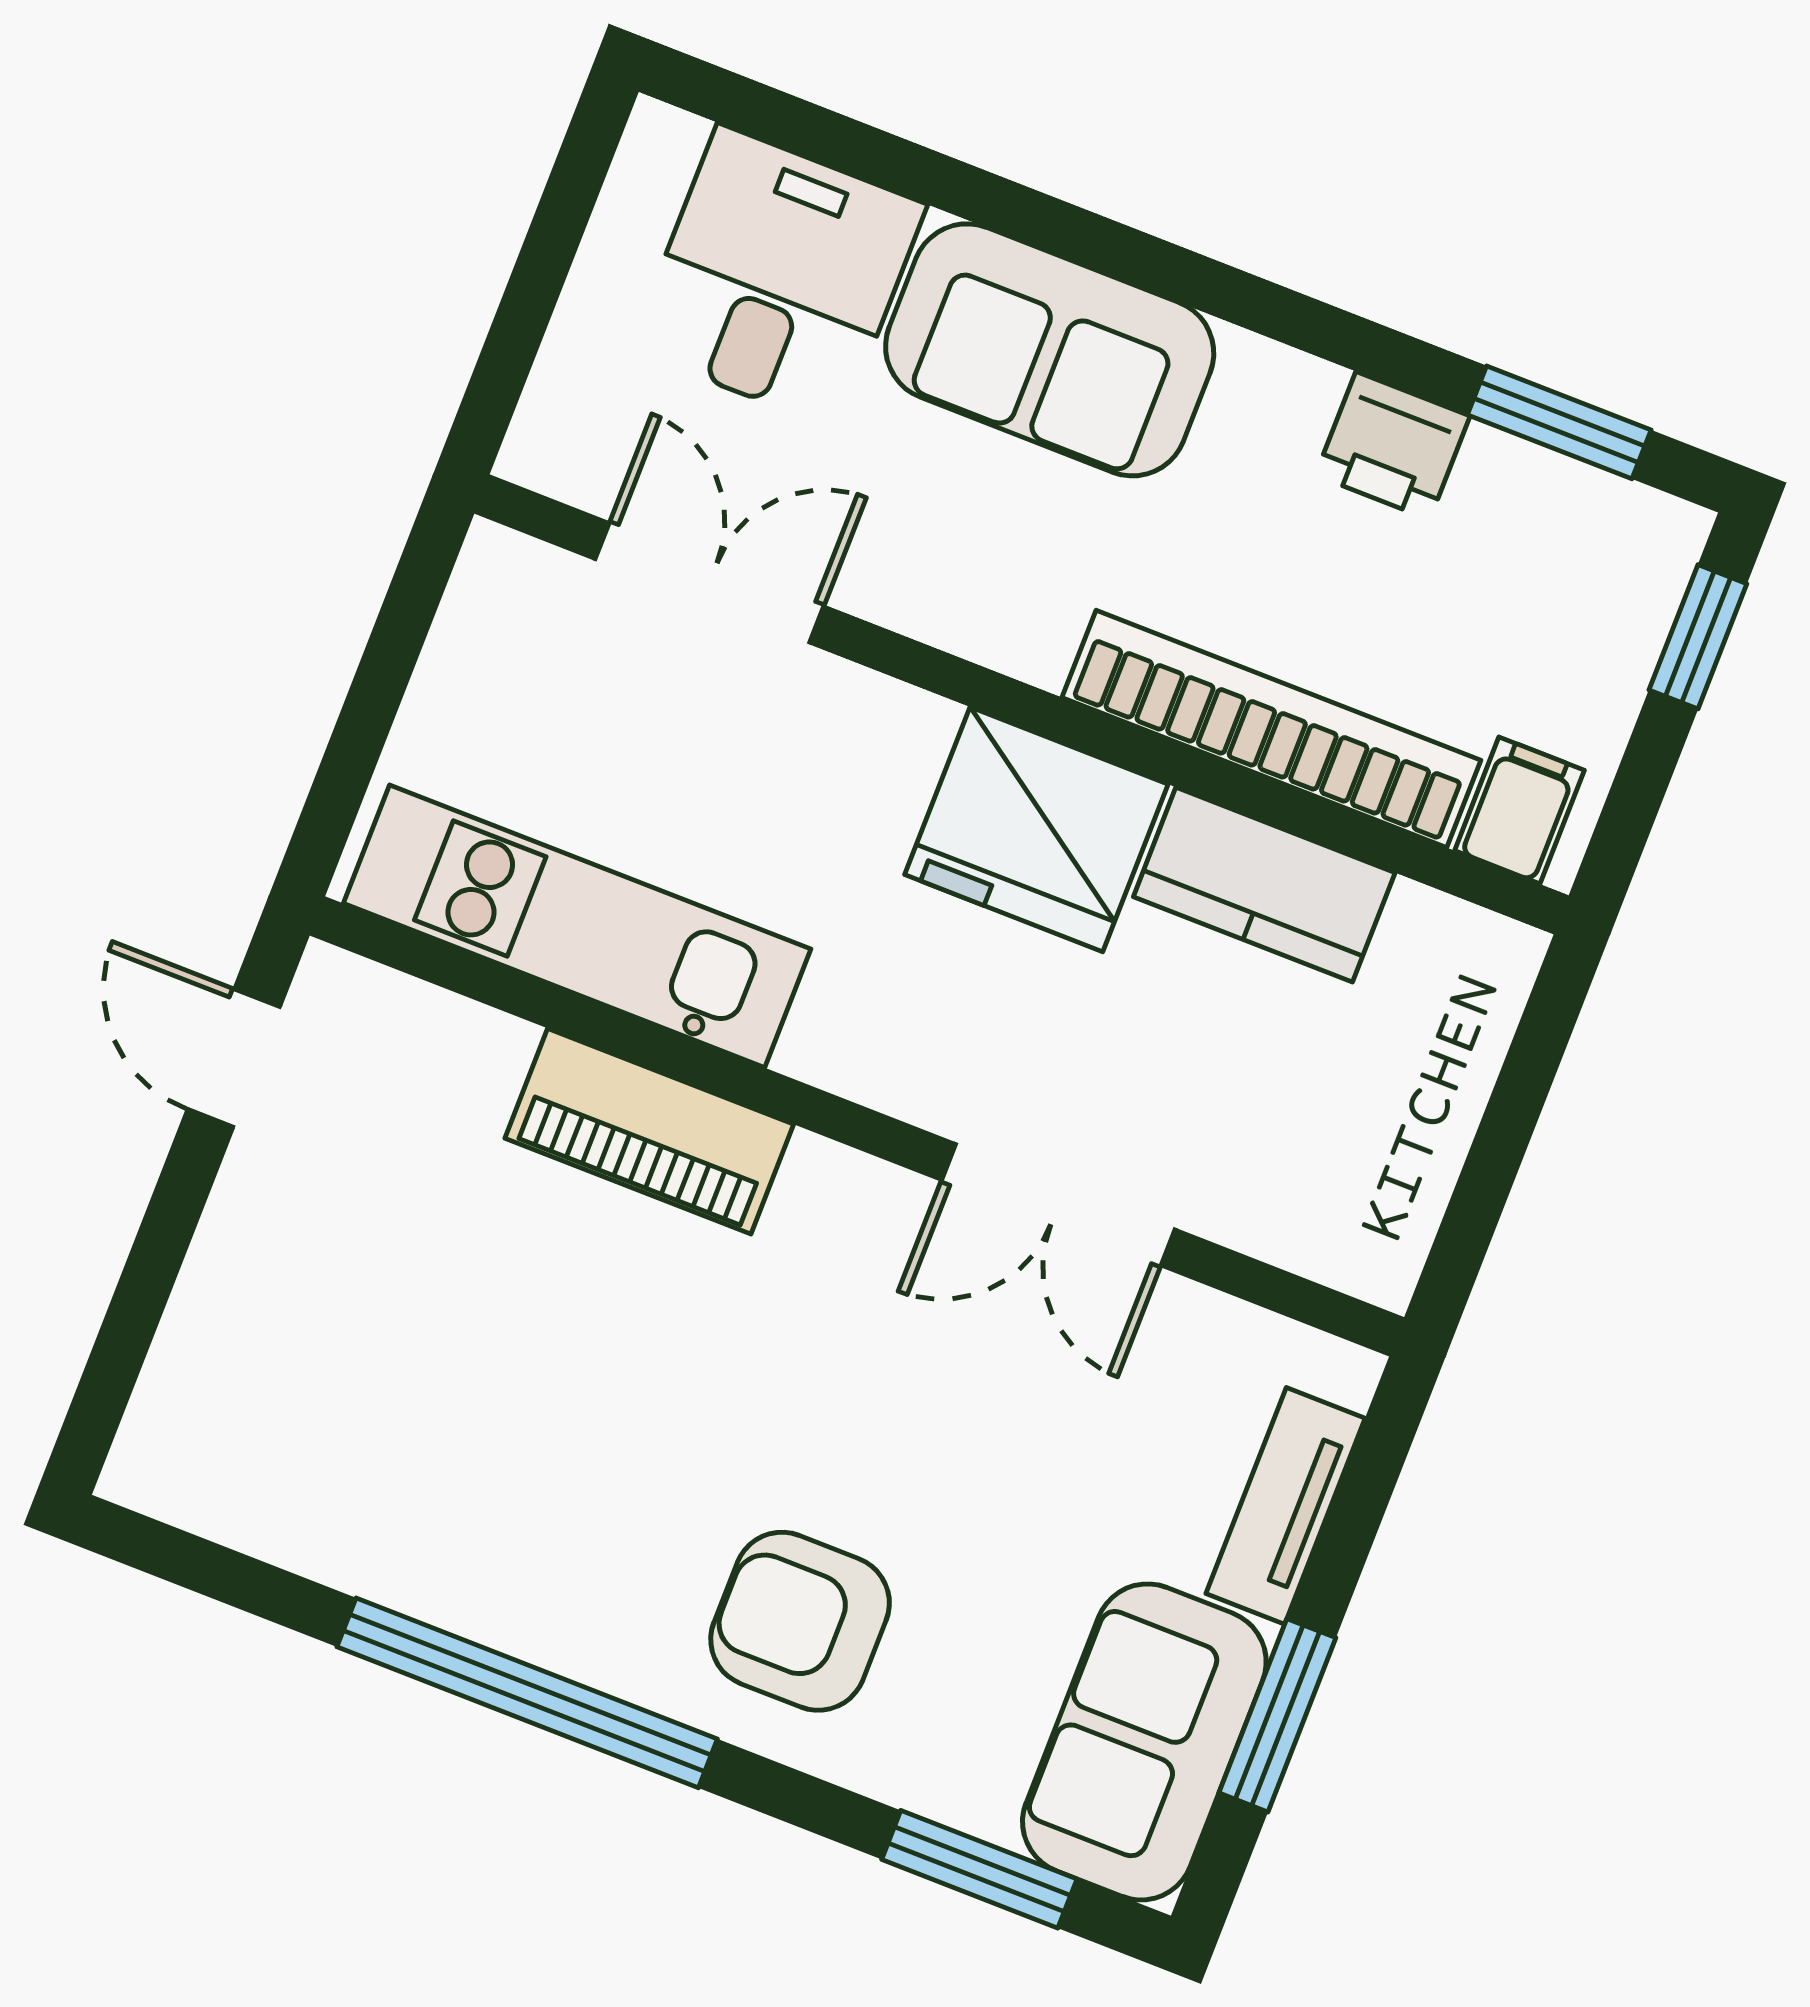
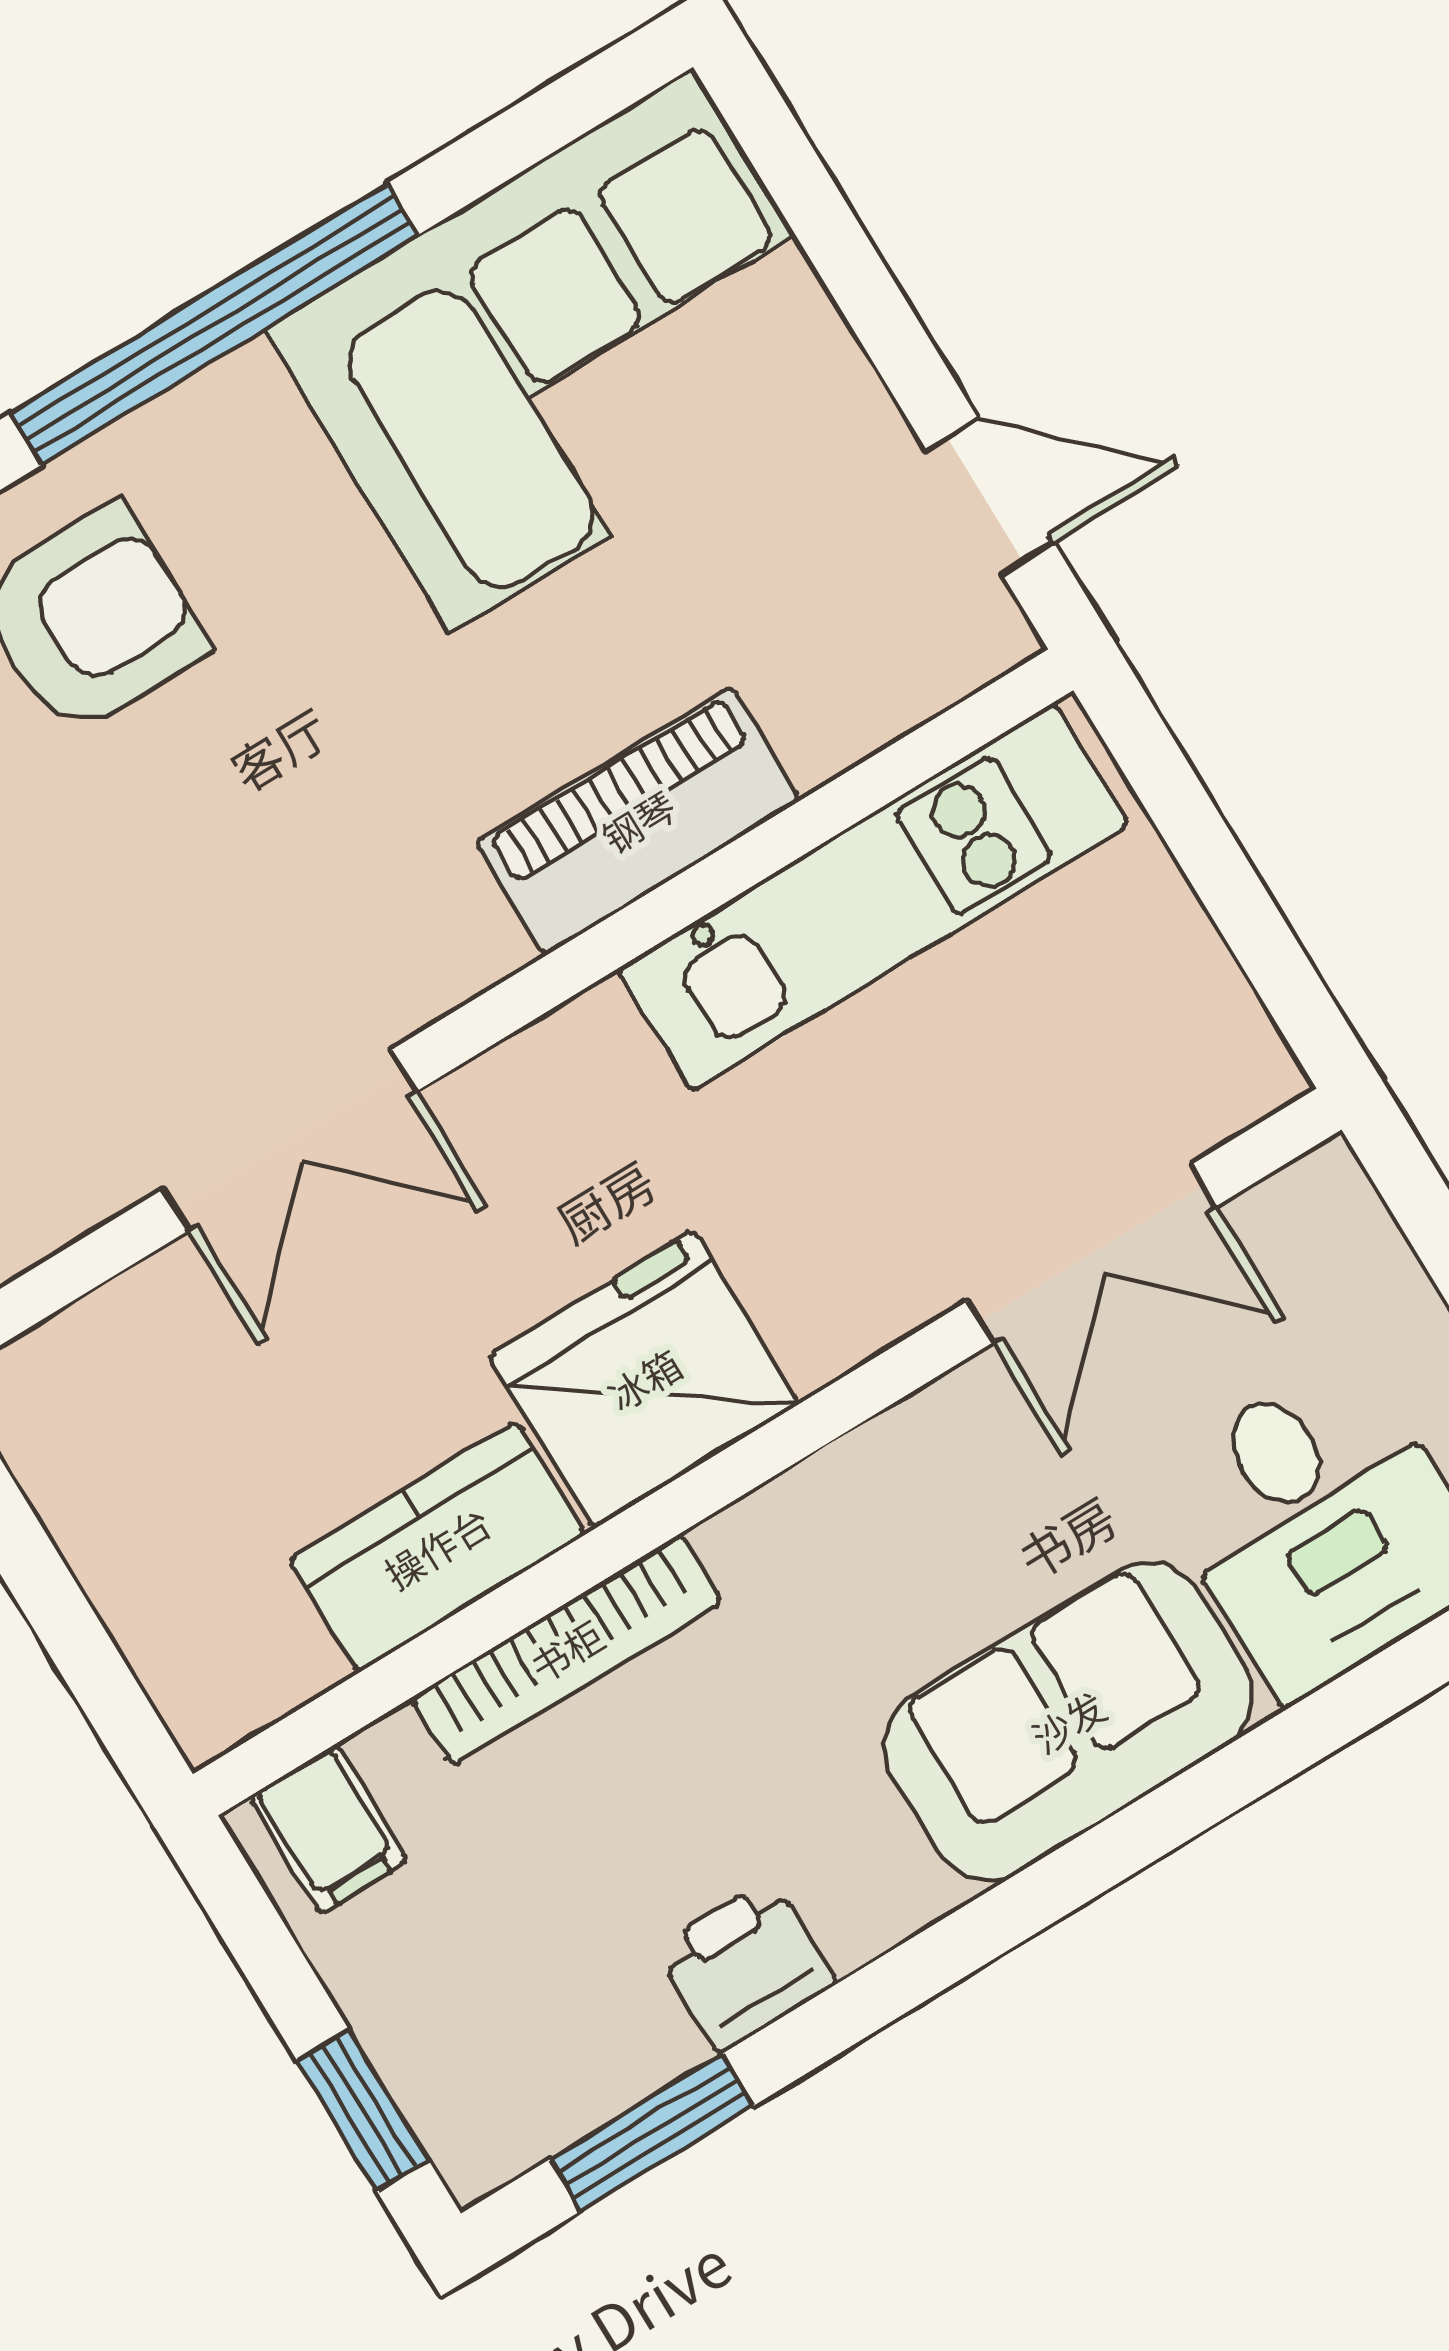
bookcase: (1271, 729) -> (566, 1650), width x0.68, depth x0.76
double door: (1058, 1205) -> (290, 1140), swing flipped
corner sofa: (356, 1429) -> (570, 351), added

